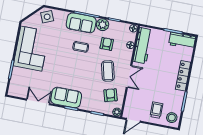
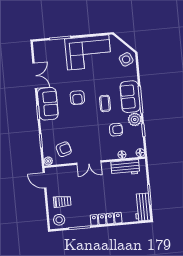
workbench: (143, 46) -> (125, 168), width x0.73
armchair: (68, 70) -> (77, 98), added
coffee table: (108, 71) -> (88, 139), removed

